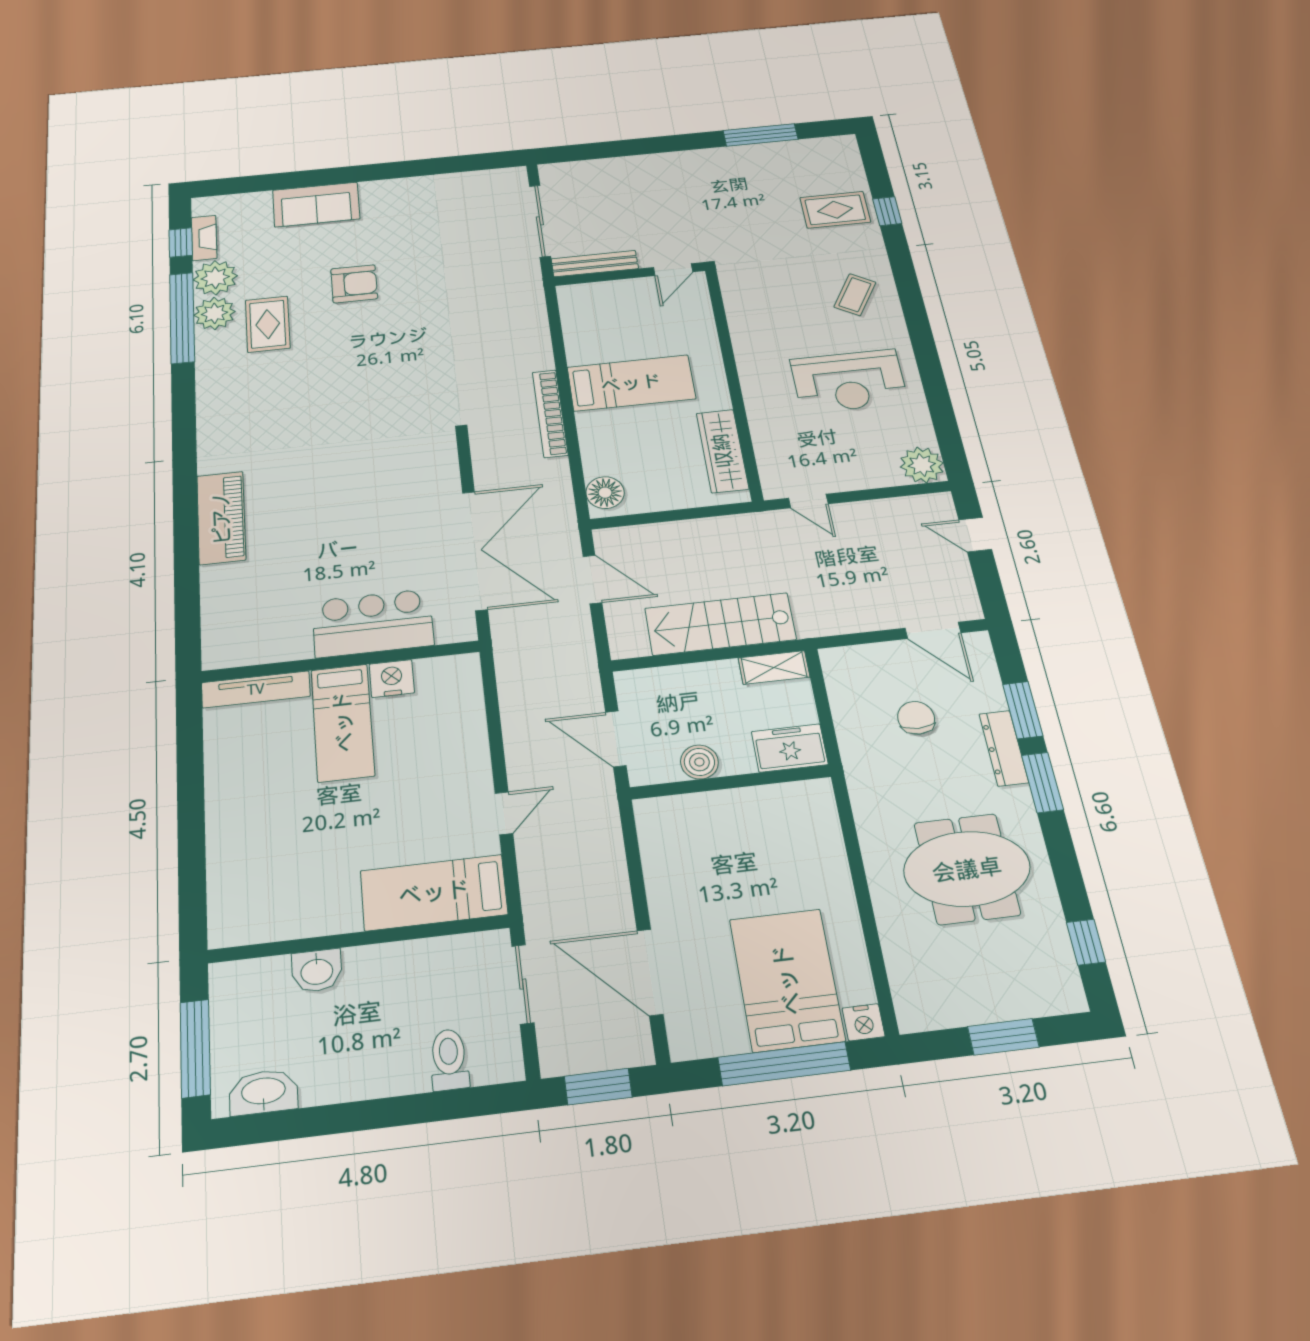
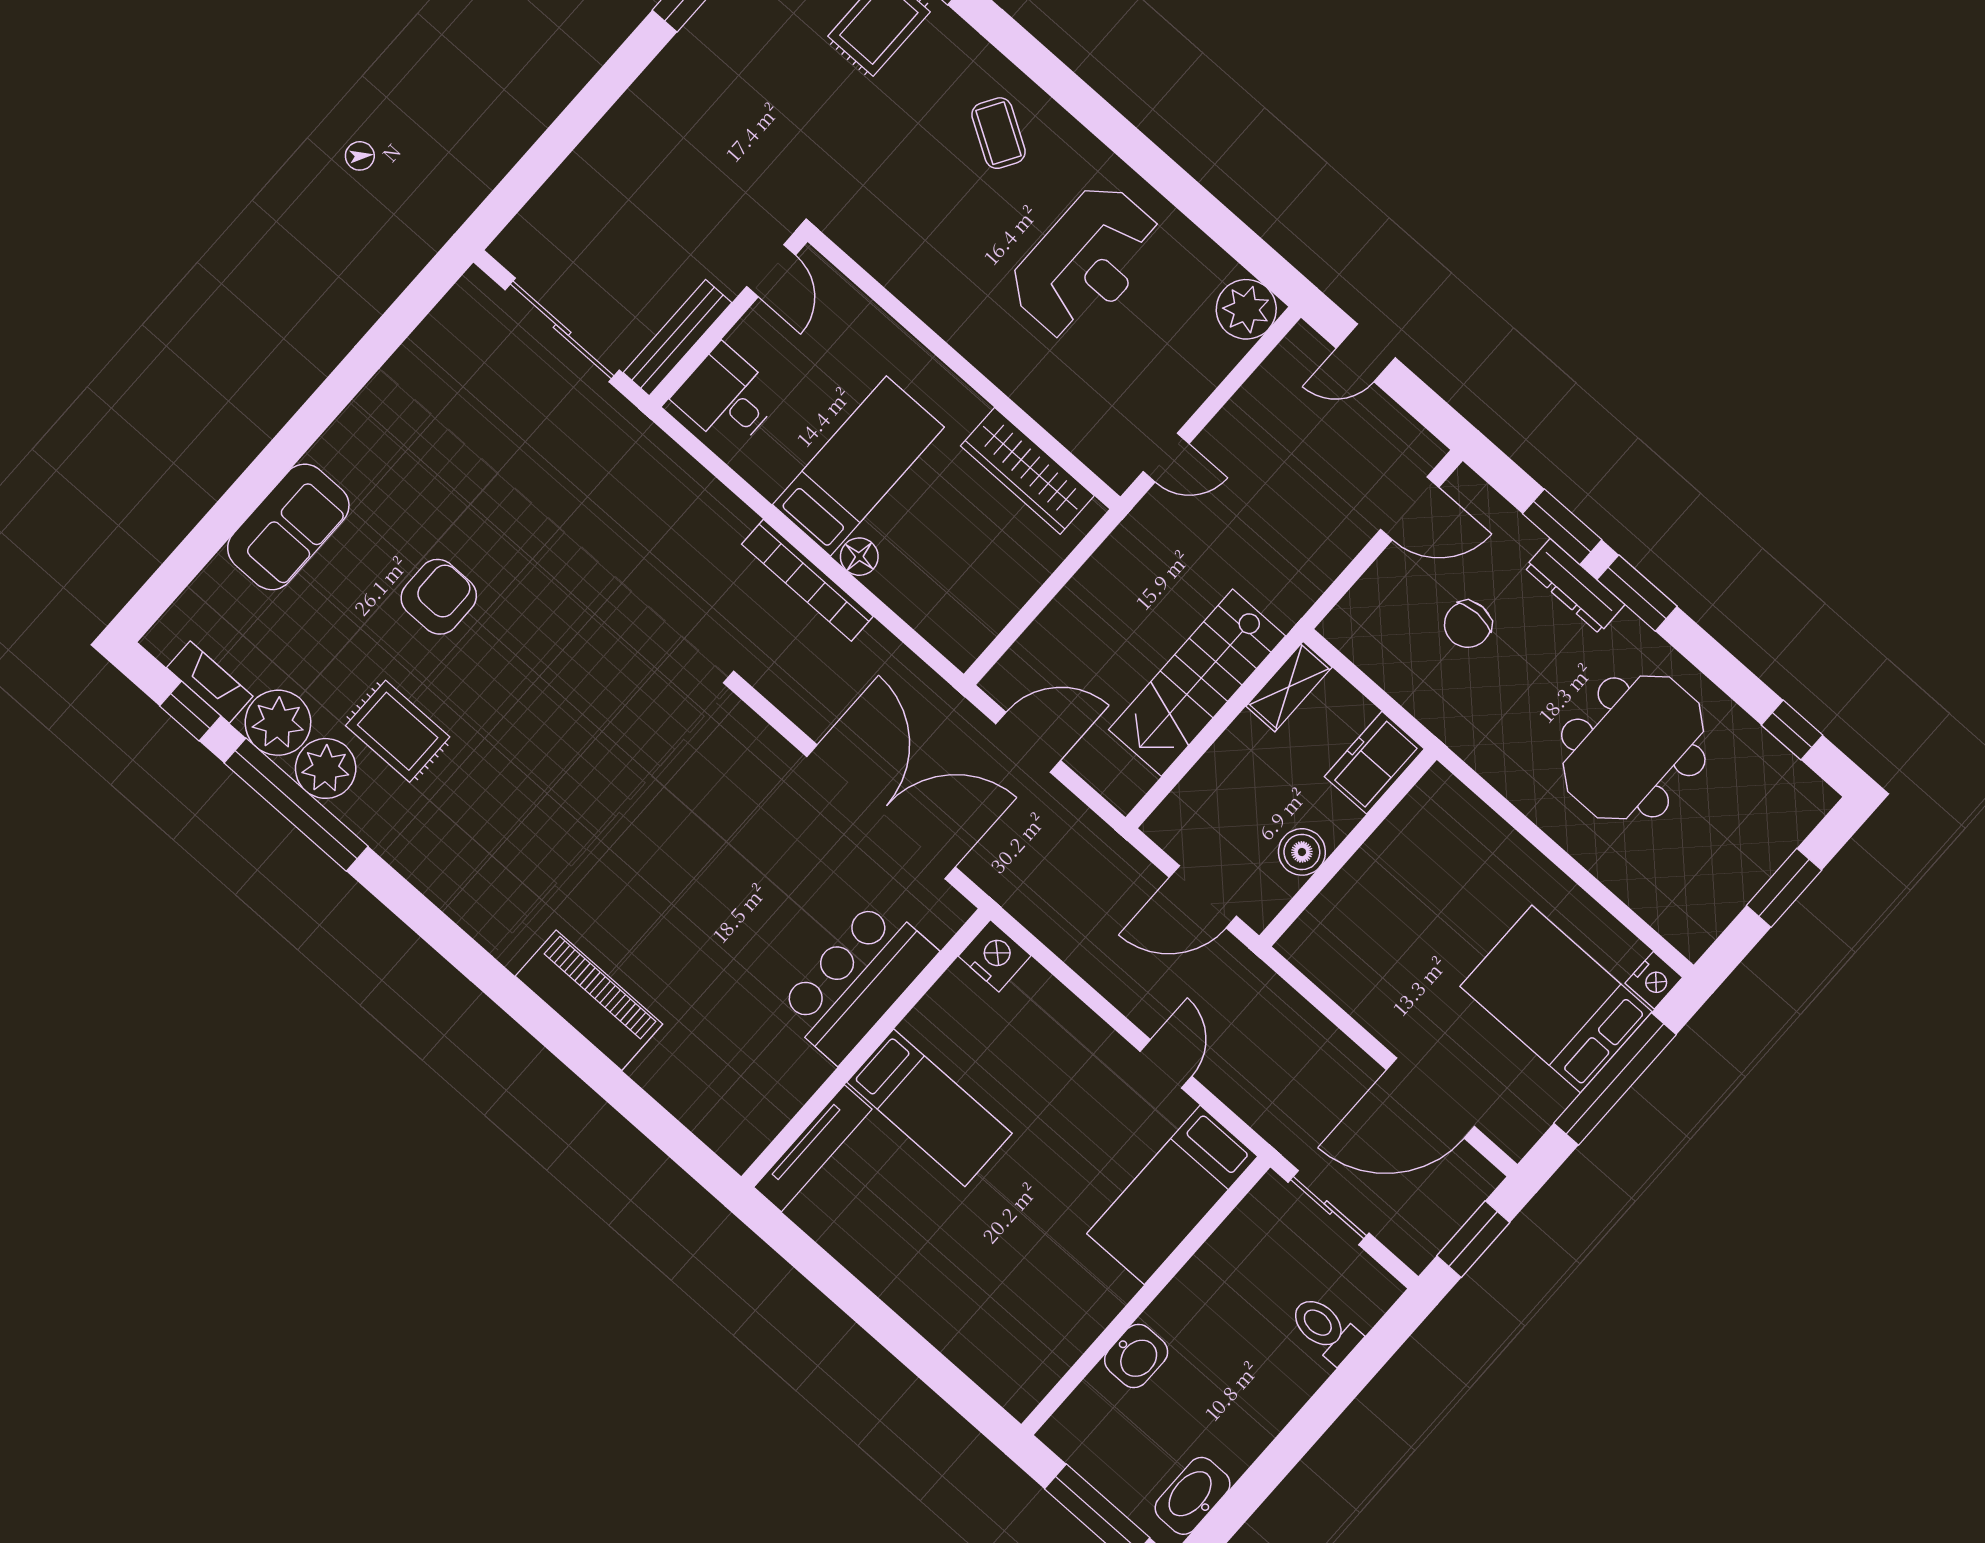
desk: (593, 305) -> (727, 397), added
floor lamp: (605, 493) -> (859, 557), moved, width x0.73, depth x0.73
nightstand: (392, 678) -> (995, 956), moved, turned 90
chair: (916, 718) -> (1468, 624), turned -90

